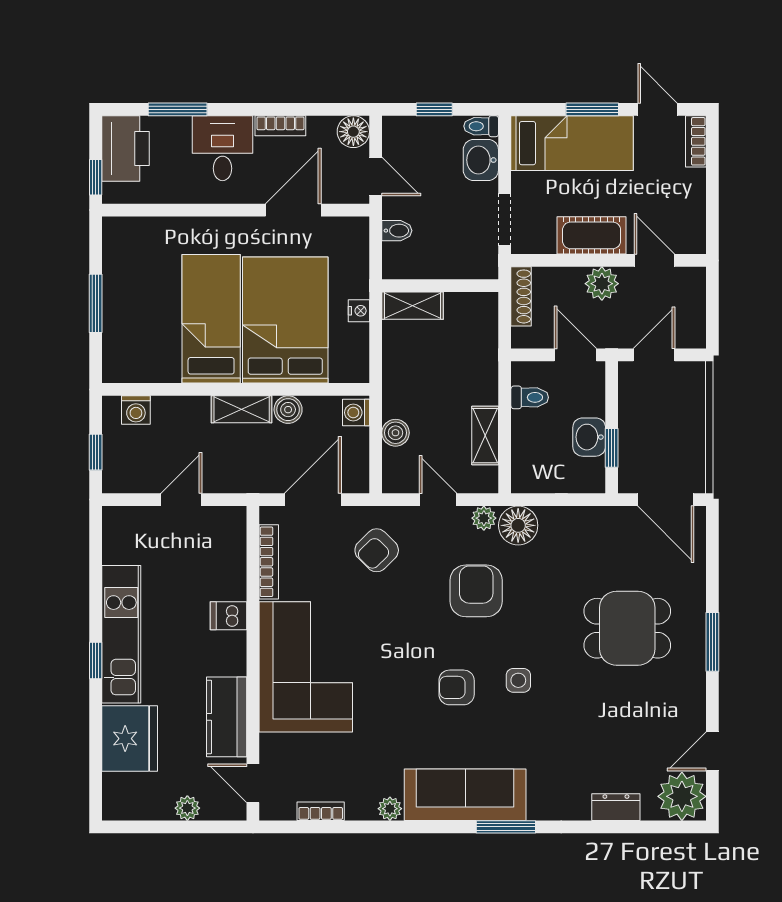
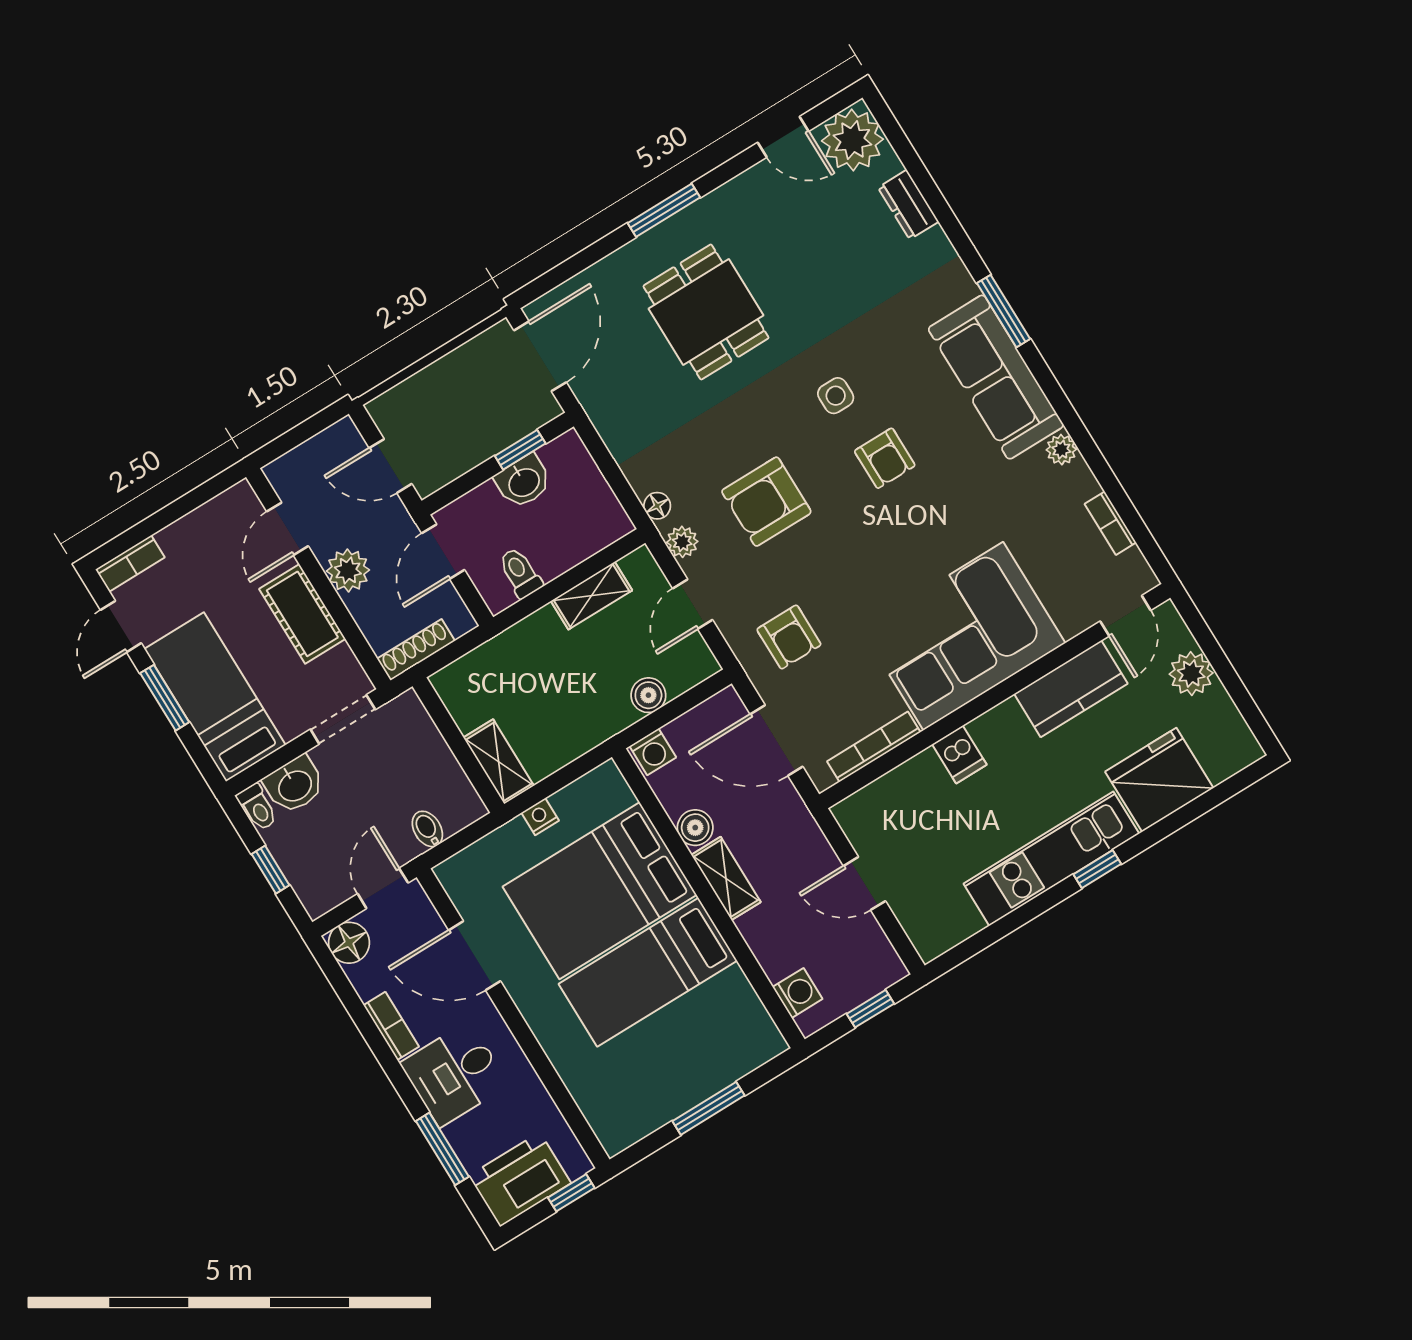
floor lamp: (518, 525) -> (657, 506), width x0.53, depth x0.53
armchair: (377, 550) -> (789, 637), turned 45
plant: (187, 808) -> (1191, 674), width x1.38, depth x1.38

